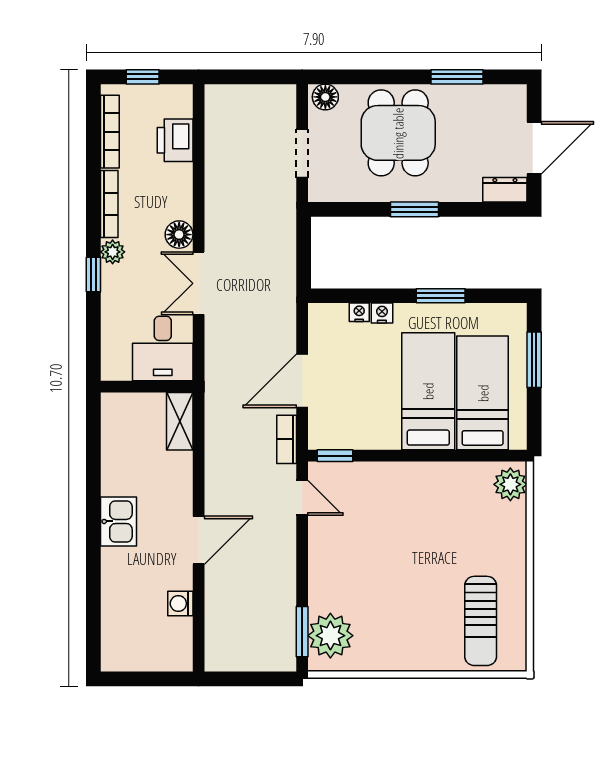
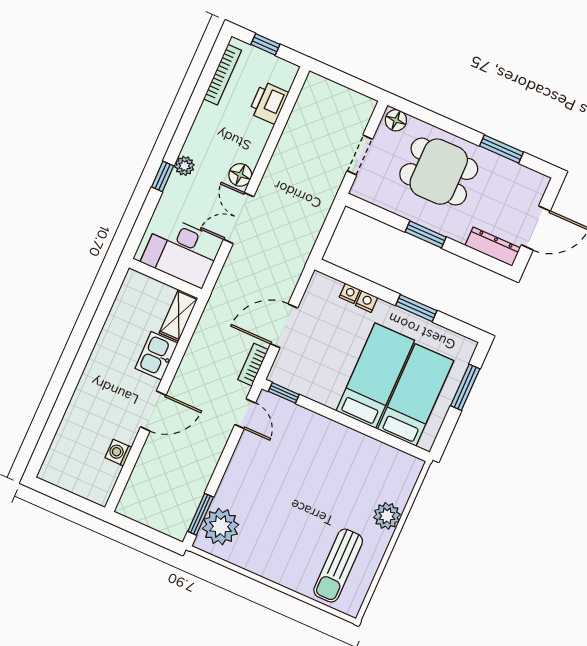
dining table: (398, 133) -> (439, 172), turned 90
dresser: (505, 190) -> (493, 247), width x1.44
bookcase: (109, 204) -> (198, 129), removed
desk: (163, 348) -> (182, 251), width x1.37
plant: (510, 484) -> (387, 516), moved
kitchen sink: (118, 521) -> (156, 356), moved, turned 180

